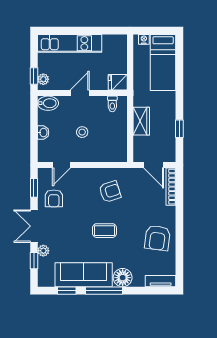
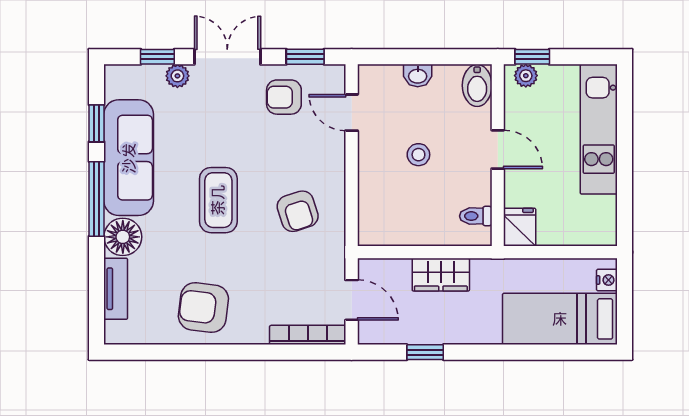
door: (154, 165) -> (352, 300), swing flipped
coffee table: (104, 231) -> (218, 200), width x1.36, depth x1.30
tv unit: (161, 281) -> (116, 289), moved

